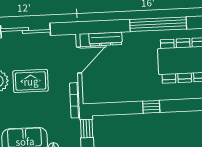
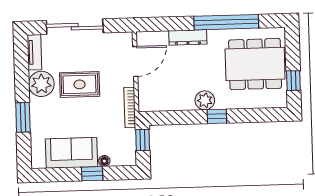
dresser: (106, 39) -> (188, 37), moved
plant: (140, 93) -> (205, 100), added

